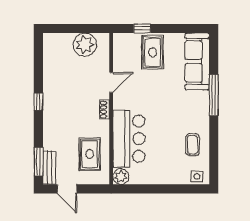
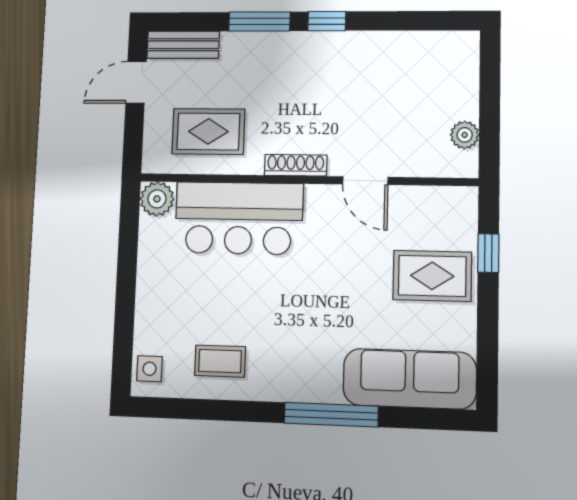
plant: (85, 45) -> (465, 135), width x0.53, depth x0.53
shoe rack: (105, 110) -> (296, 165), width x1.43
window: (38, 162) -> (259, 21), moved

